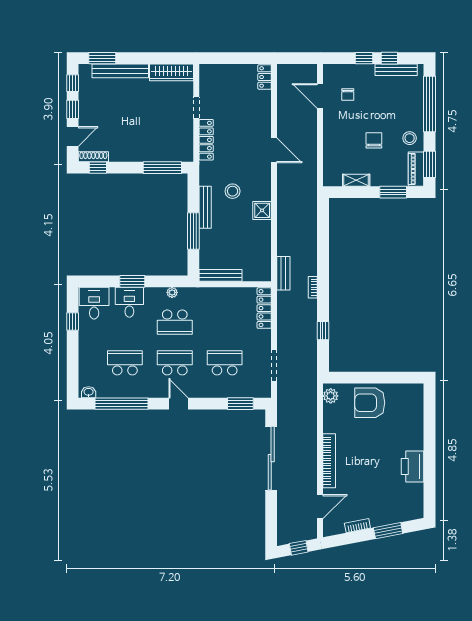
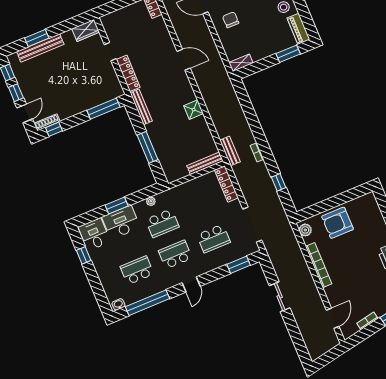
window: (102, 58) -> (37, 38), moved
wardrobe: (172, 72) -> (86, 30), width x0.67
chair: (374, 140) -> (231, 20), moved
window: (430, 164) -> (307, 21), removed
shelving: (356, 180) -> (241, 63), moved
stool: (233, 191) -> (165, 104), removed
bench: (205, 207) -> (141, 107), moved
bench: (221, 275) -> (205, 163), moved
desk: (129, 302) -> (121, 222), width x1.37
school desk: (225, 363) -> (214, 238), turned 180
doorway: (274, 365) -> (252, 225), width x1.36
door: (179, 404) -> (191, 284), swing flipped
sliding door: (271, 458) -> (280, 297), width x0.54
bookcase: (329, 461) -> (319, 265), moved
window: (299, 548) -> (329, 357), removed

